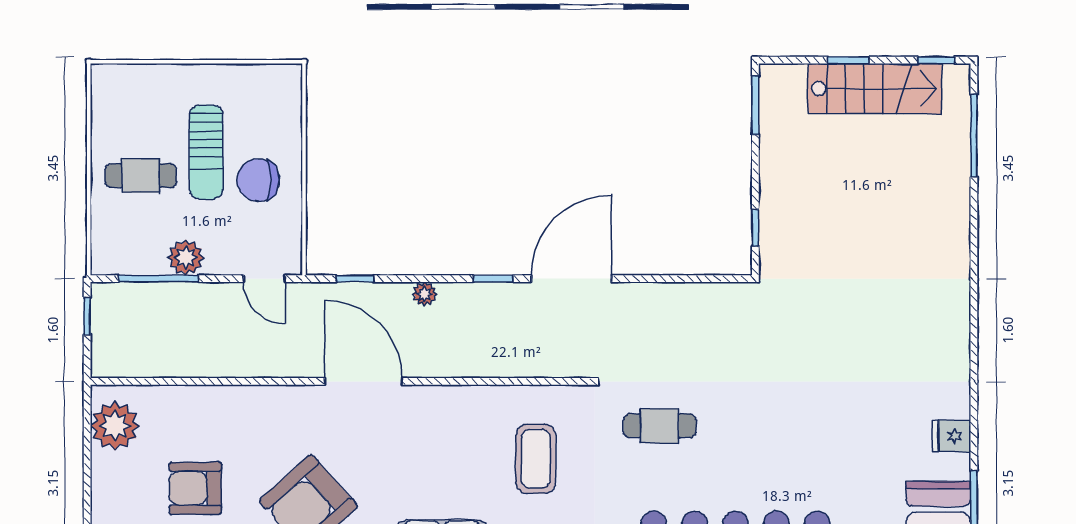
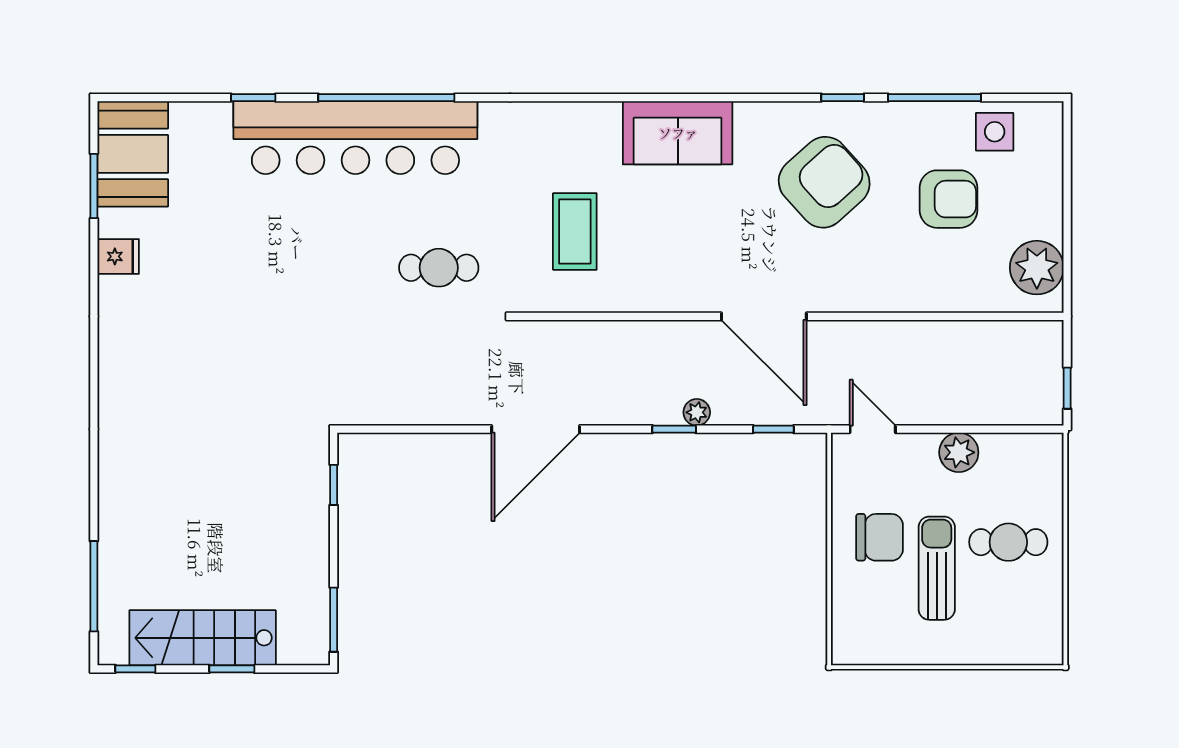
window: (159, 279) -> (989, 429), removed
window: (493, 279) -> (674, 429), moved

